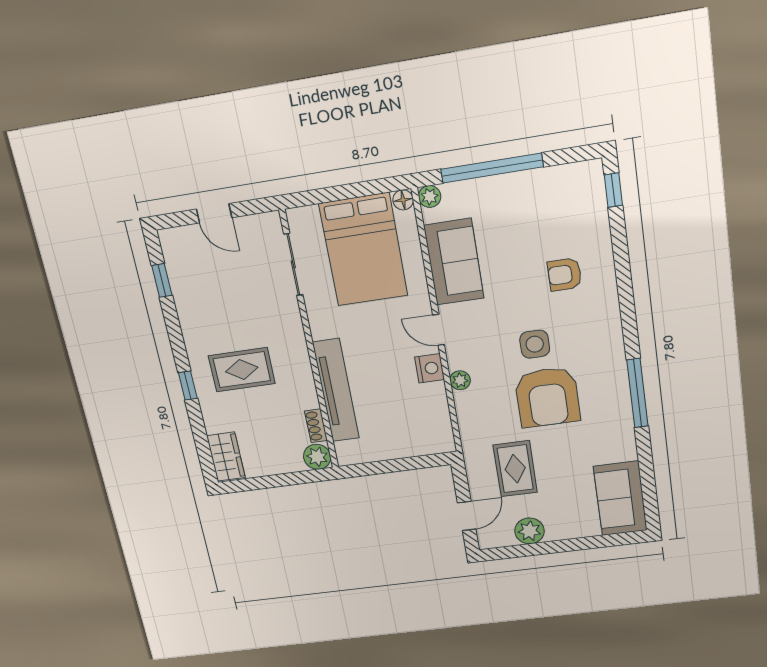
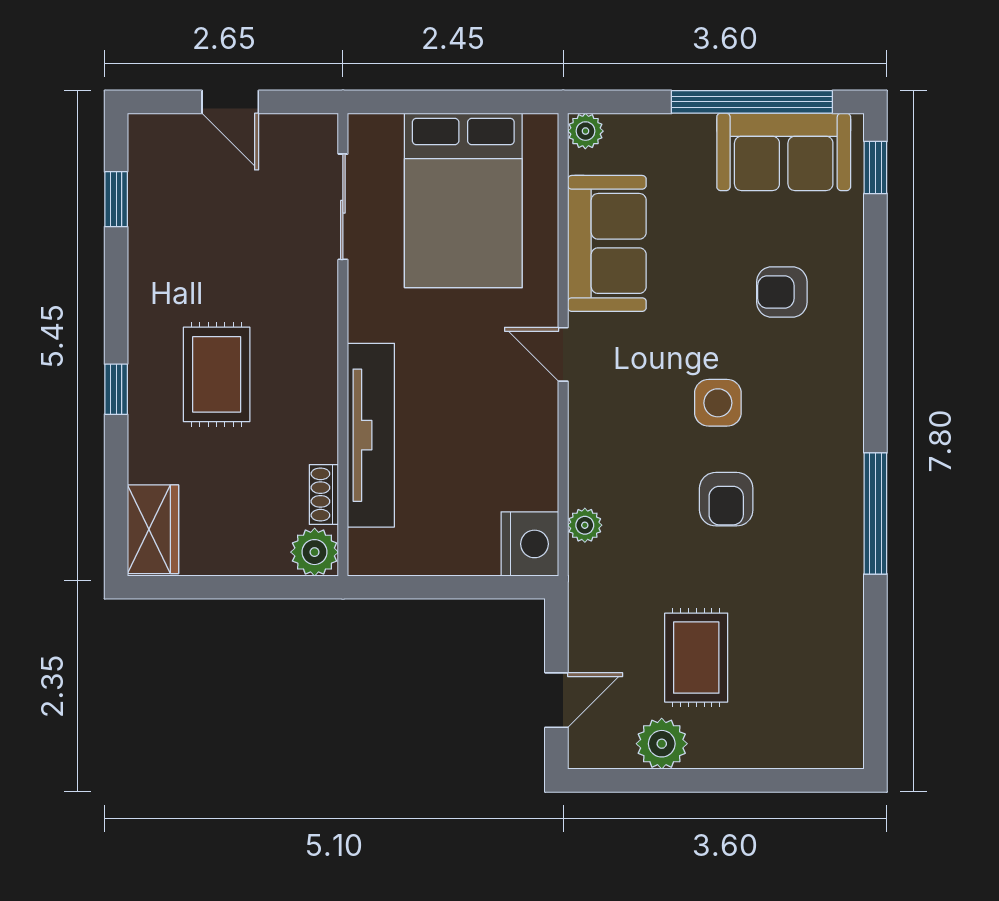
window: (492, 168) -> (752, 102), moved
floor lamp: (403, 200) -> (542, 130), removed
nightstand: (429, 368) -> (530, 544), moved, width x1.36, depth x1.33
rug: (242, 370) -> (217, 374), turned 90
plant: (460, 380) -> (585, 525), moved
armchair: (547, 397) -> (726, 499), width x0.53, depth x0.53
rug: (515, 469) -> (696, 658), moved
sofa: (620, 498) -> (784, 152), moved, turned -90

